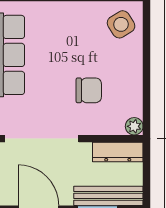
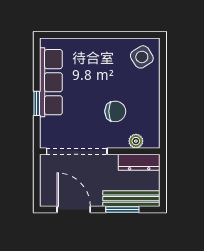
plant: (134, 126) -> (136, 141), moved

